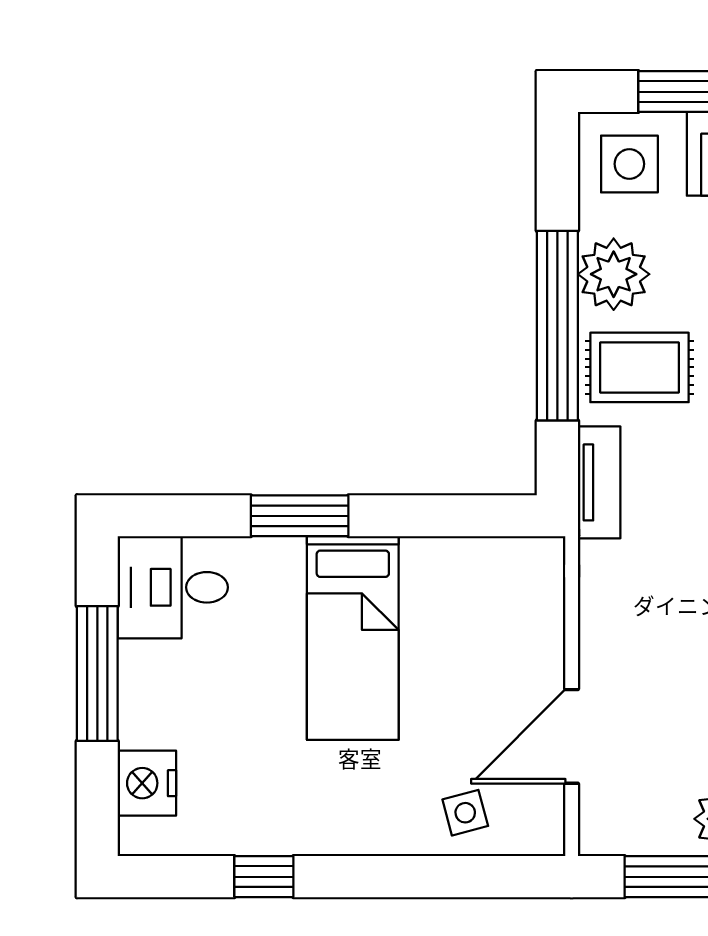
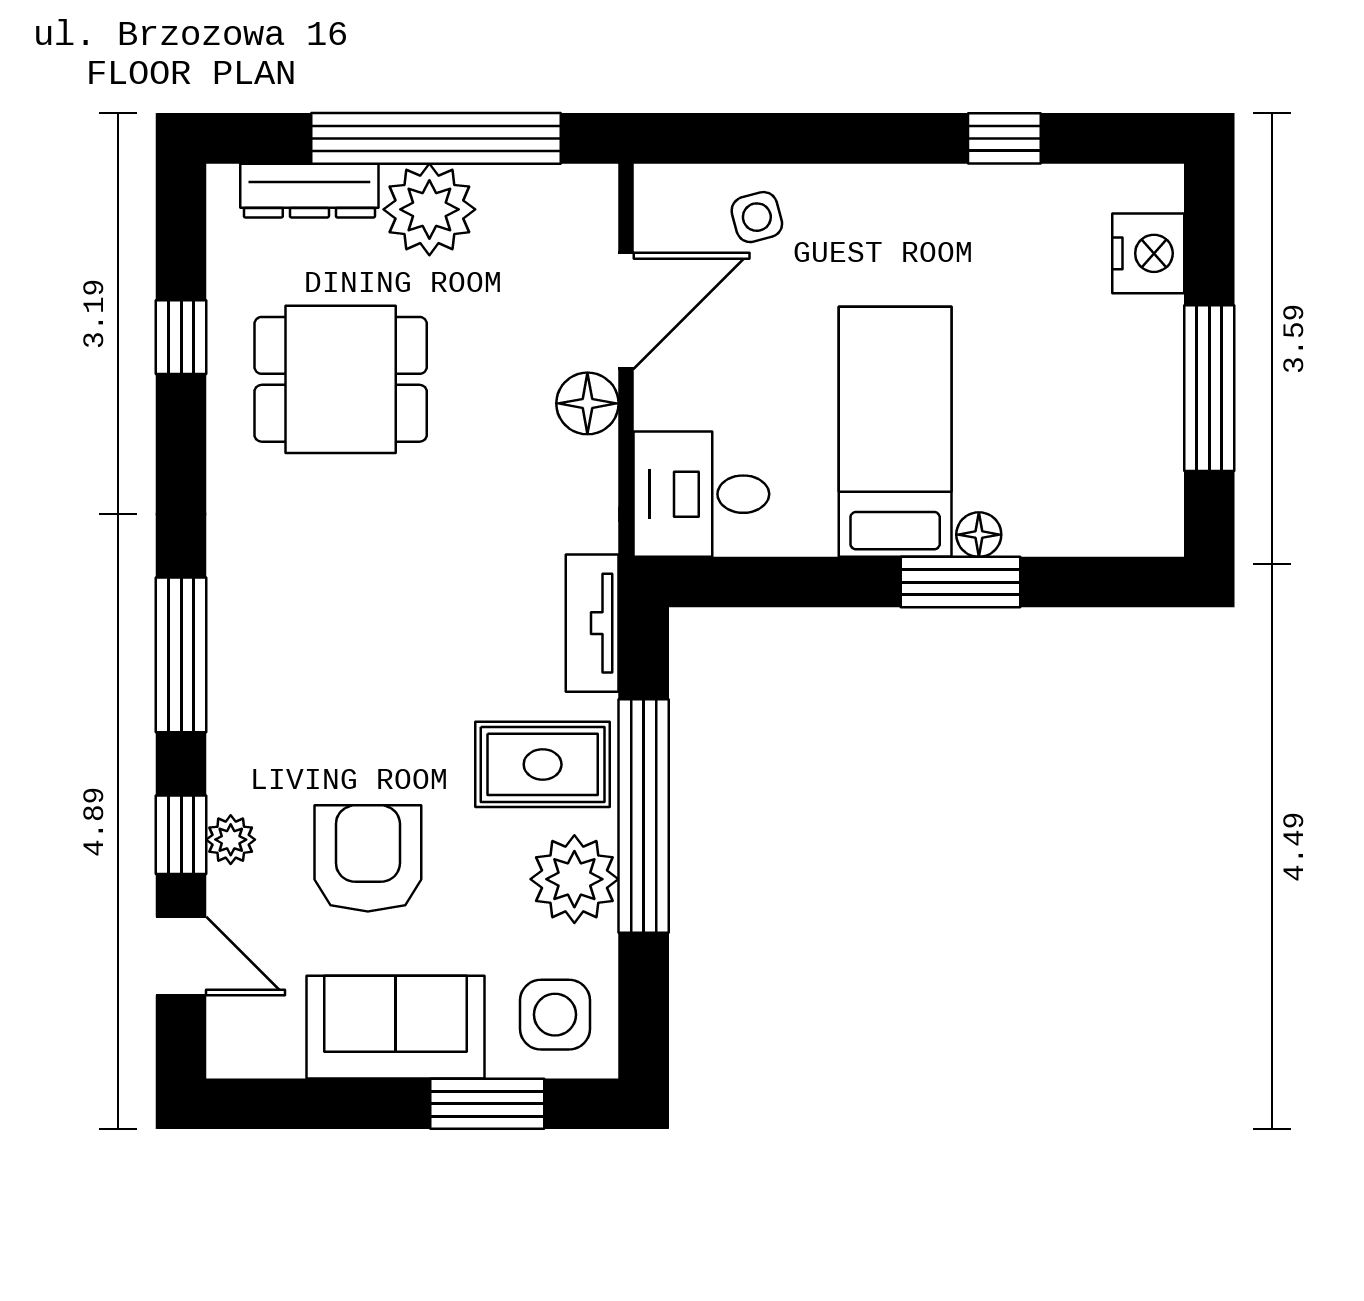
floor lamp: (285, 554) -> (979, 535), added
desk: (173, 587) -> (701, 494), moved, turned 180
floor lamp: (603, 661) -> (587, 403), added

